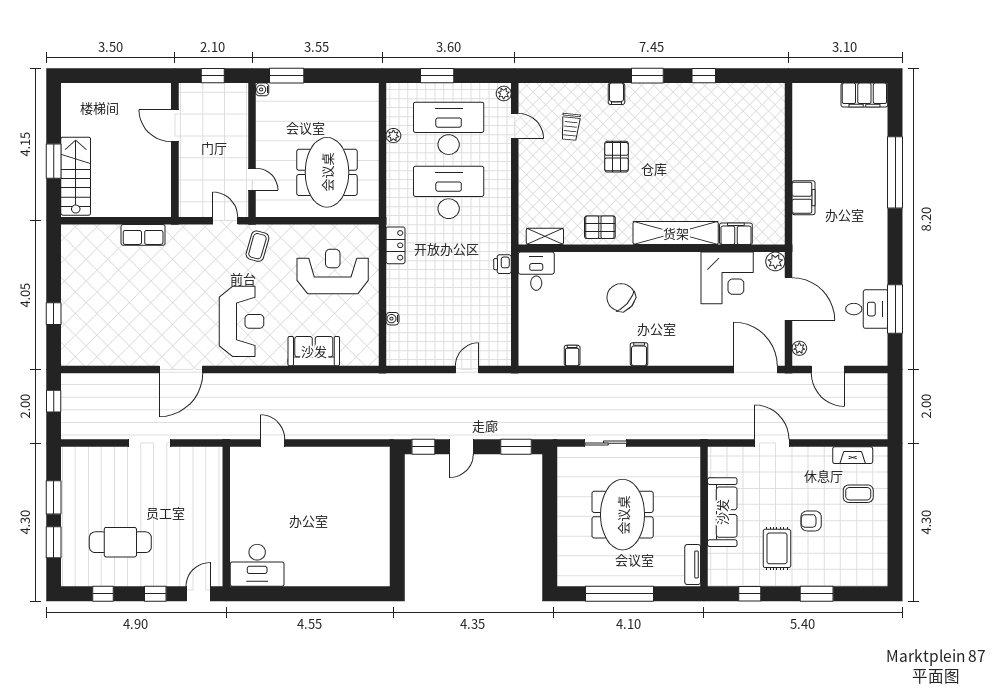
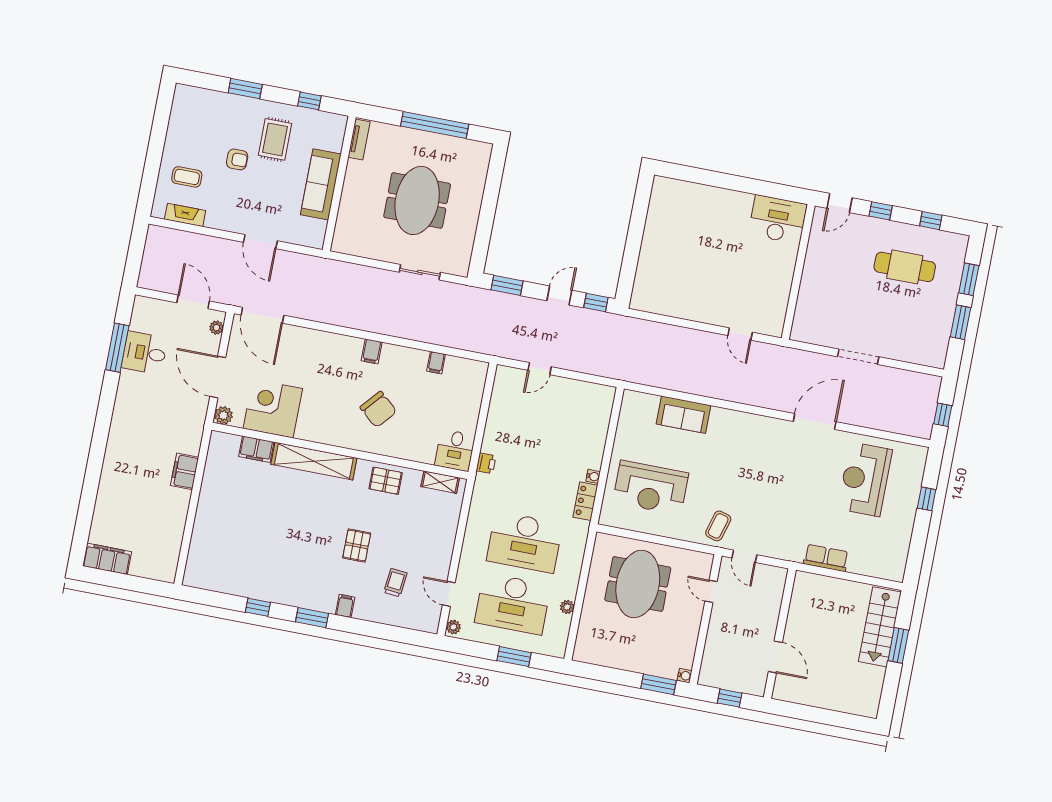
window: (895, 172) -> (92, 479), removed
water cooler: (392, 319) -> (593, 476), moved
reception desk: (242, 321) -> (865, 479), moved

